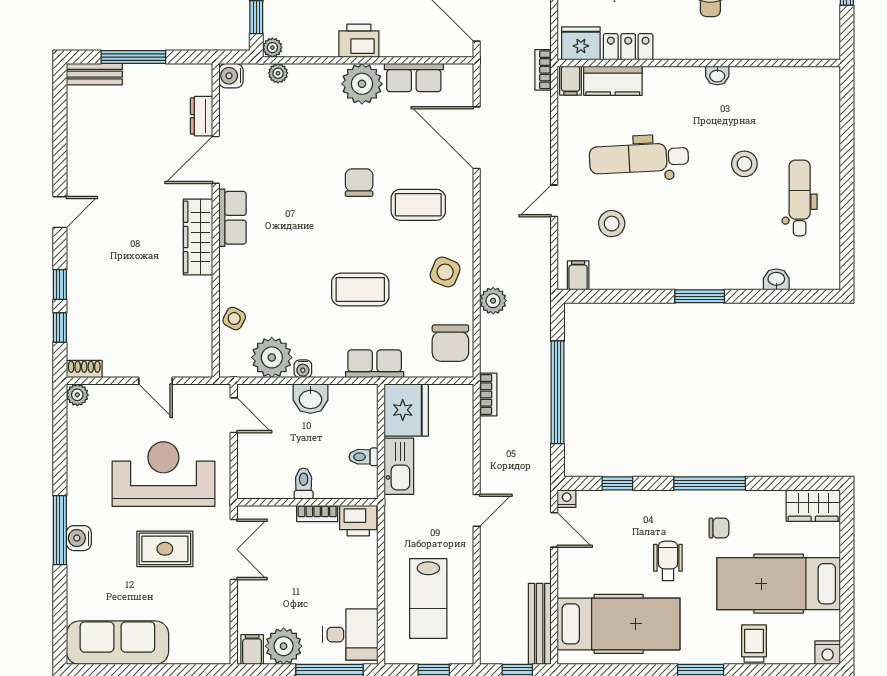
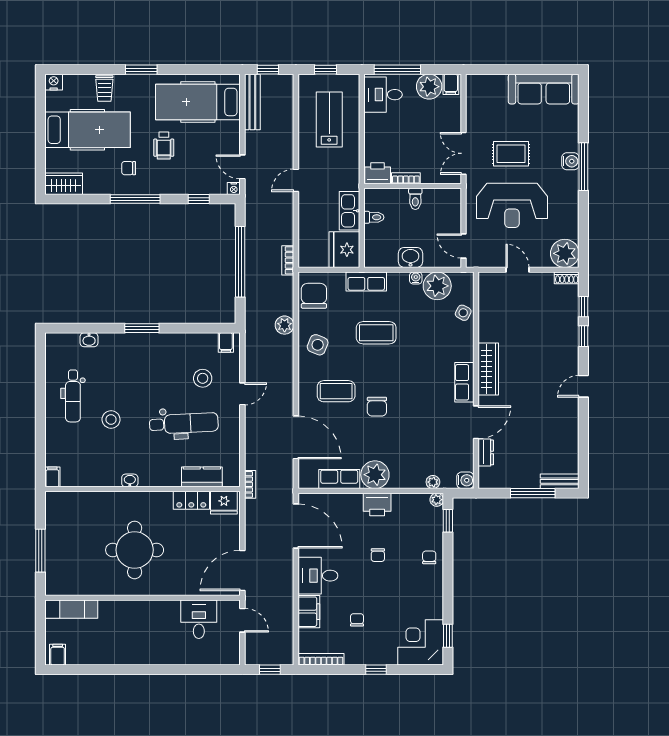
filing cabinet: (571, 81) -> (52, 477), moved
plant: (77, 395) -> (565, 253), width x1.88, depth x1.88

